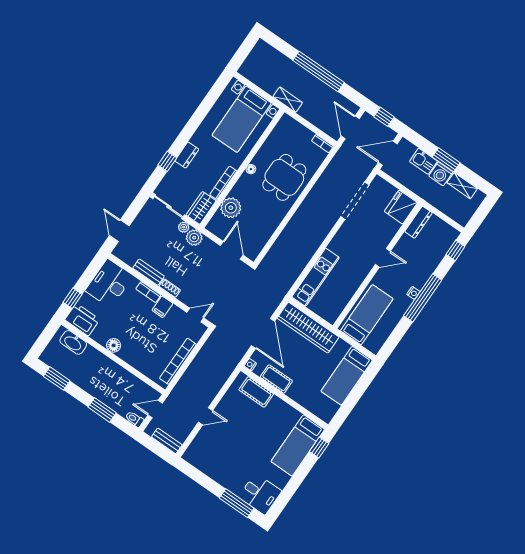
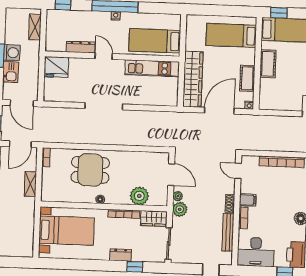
shelving: (288, 100) -> (30, 184), moved
shelving: (462, 186) -> (35, 27), moved
doorway: (355, 201) -> (104, 106), moved
dresser: (418, 222) -> (80, 47), moved
plant: (184, 227) -> (178, 196), moved
door: (232, 250) -> (171, 175), swing flipped
bench: (149, 272) -> (228, 232), width x1.36
kitchen unit: (316, 277) -> (152, 68), moved, turned 180
bed: (347, 376) -> (231, 35), moved, turned 180
cot: (256, 392) -> (268, 64), moved

